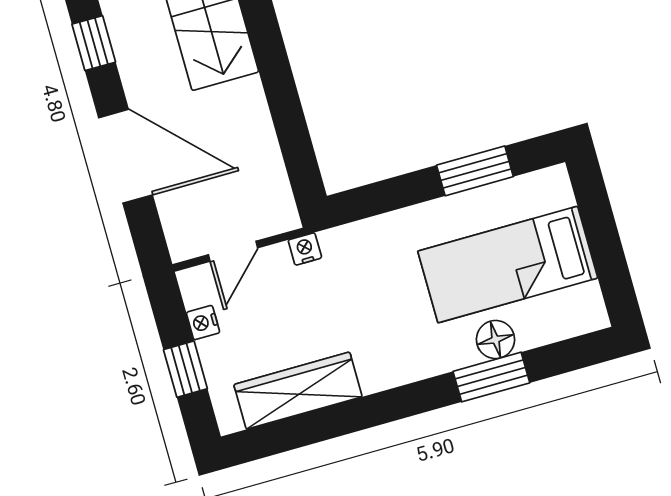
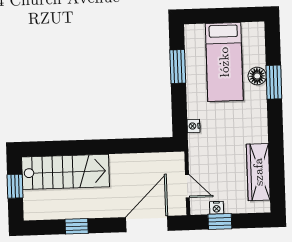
door: (126, 156) -> (147, 224), moved
nightstand: (305, 249) -> (193, 126), moved
window: (185, 369) -> (220, 222), moved

